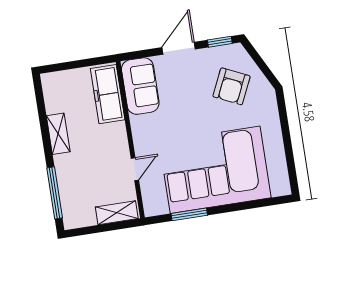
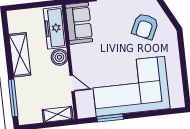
shelving: (58, 134) -> (20, 55), width x1.50, depth x1.33
boiler: (116, 134) -> (59, 57), added
door: (135, 169) -> (72, 83), hinge flipped

